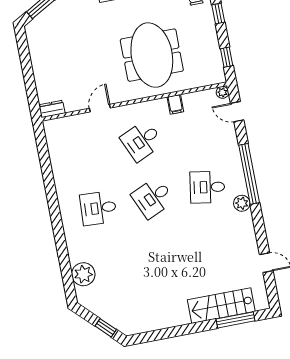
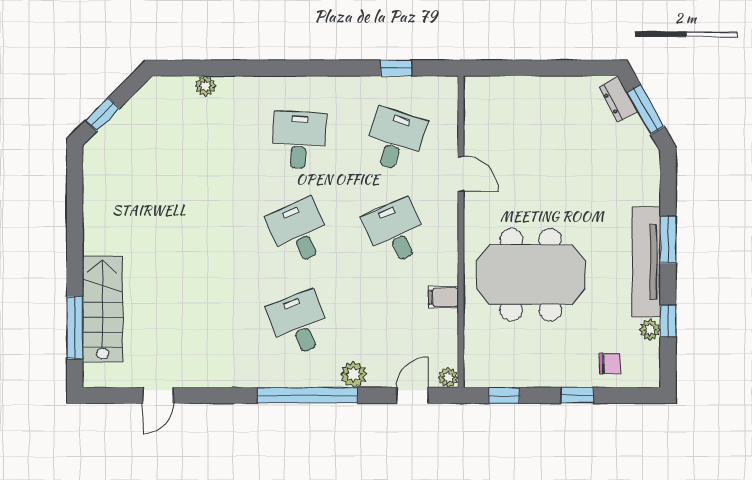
dresser: (52, 109) -> (618, 99), moved, turned 150
desk: (87, 151) -> (395, 140), added
window: (45, 159) -> (396, 68), added
desk: (207, 187) -> (299, 323), turned -30
plant: (242, 203) -> (354, 374), moved
plant: (83, 274) -> (205, 86), width x0.53, depth x0.53

